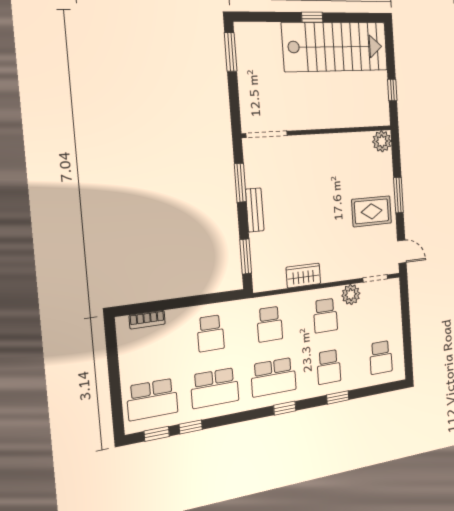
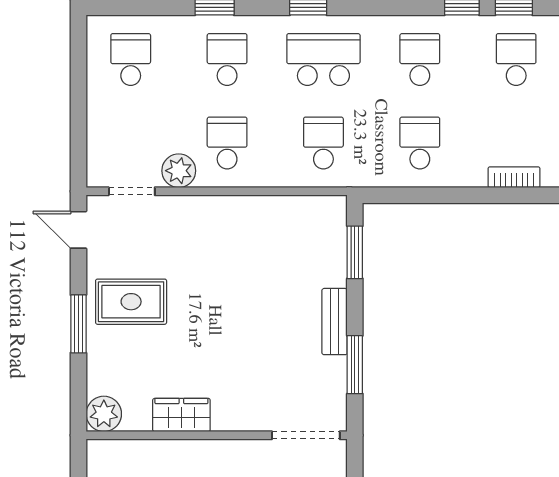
wardrobe: (303, 276) -> (181, 415), moved, turned 180
school desk: (215, 388) -> (420, 59), width x0.54
school desk: (152, 399) -> (516, 59), width x0.54

